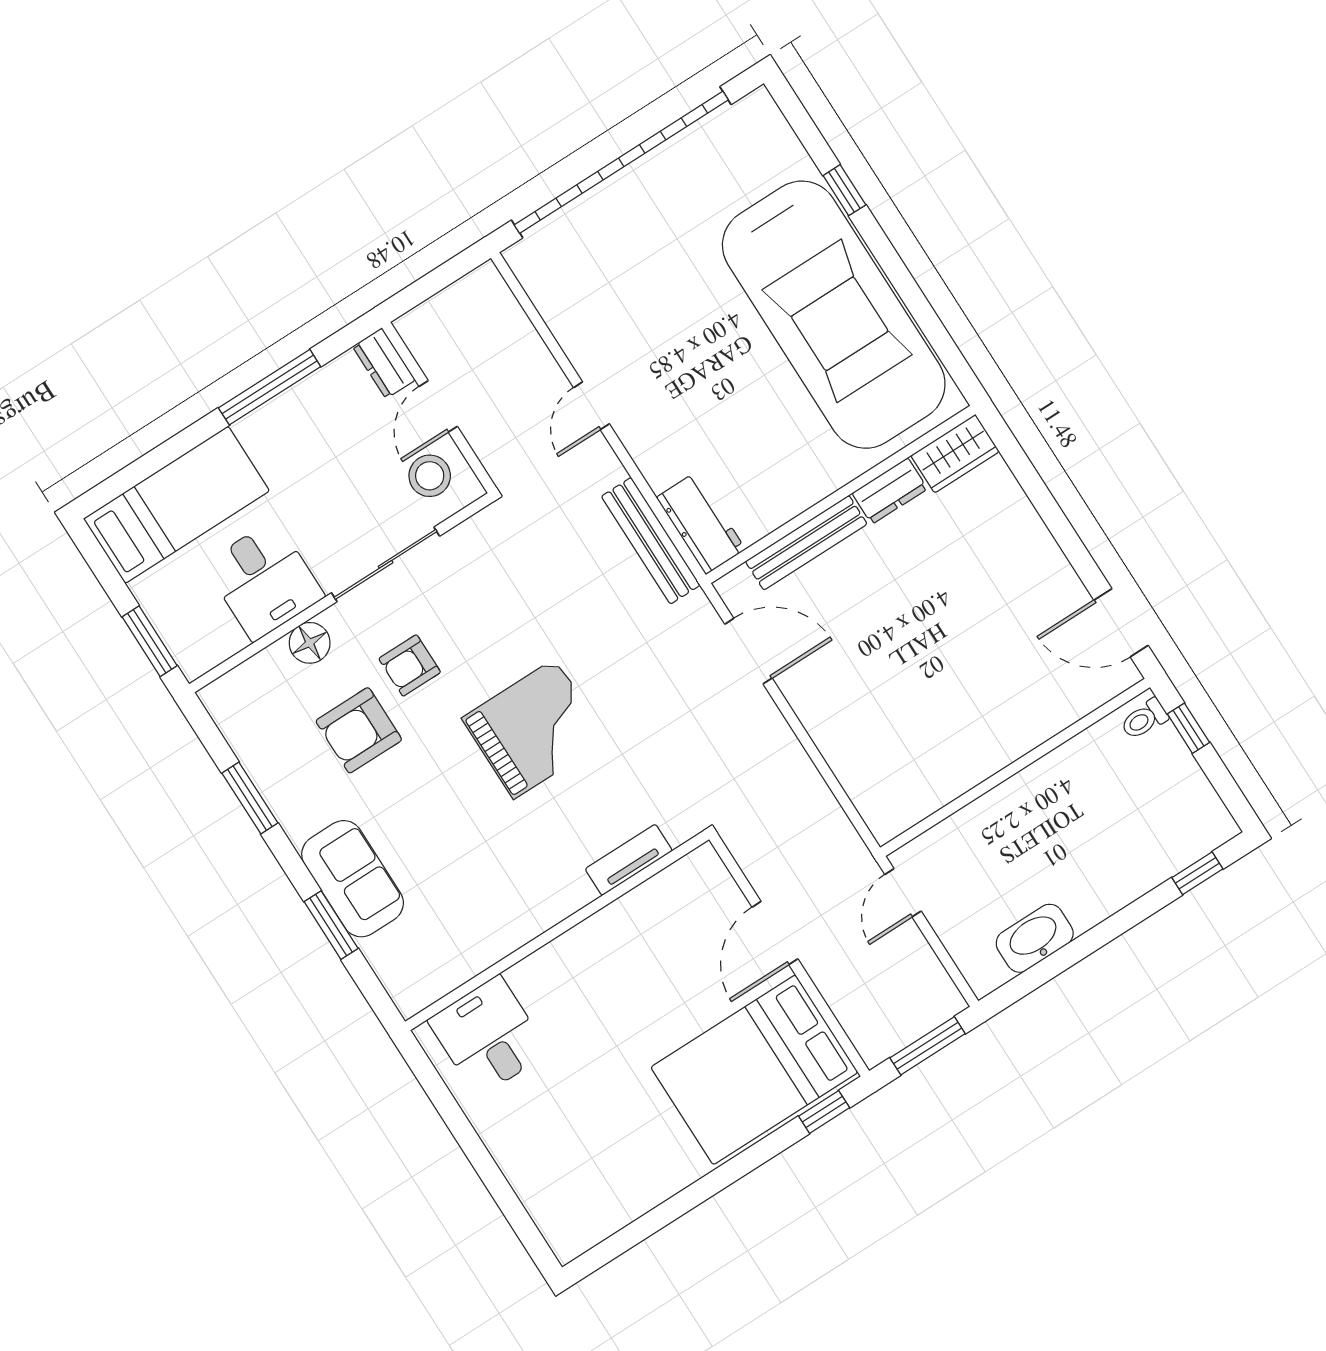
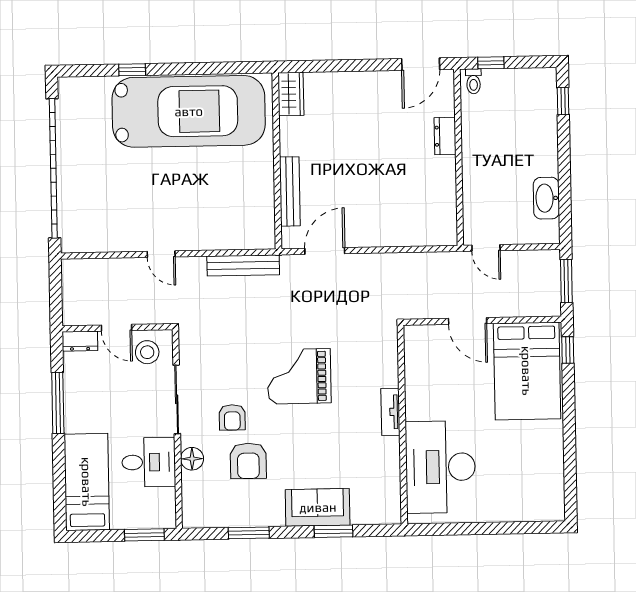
dresser: (890, 491) -> (445, 136), moved, turned 180
workbench: (701, 523) -> (250, 236), removed
grand piano: (534, 729) -> (299, 376), turned -90
tv unit: (629, 860) -> (390, 412), moved
desk: (488, 1036) -> (440, 467), width x1.87, depth x1.30

